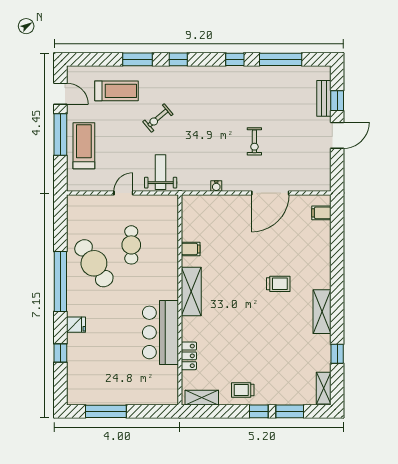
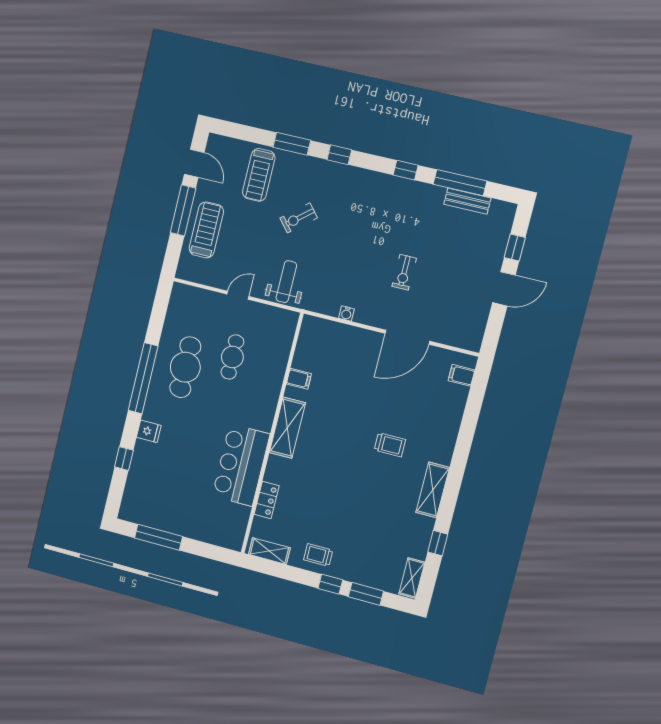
treadmill: (116, 91) -> (259, 175), turned 90
bench: (324, 98) -> (467, 201), moved, turned 90
cafe table: (94, 263) -> (185, 367), turned 34

